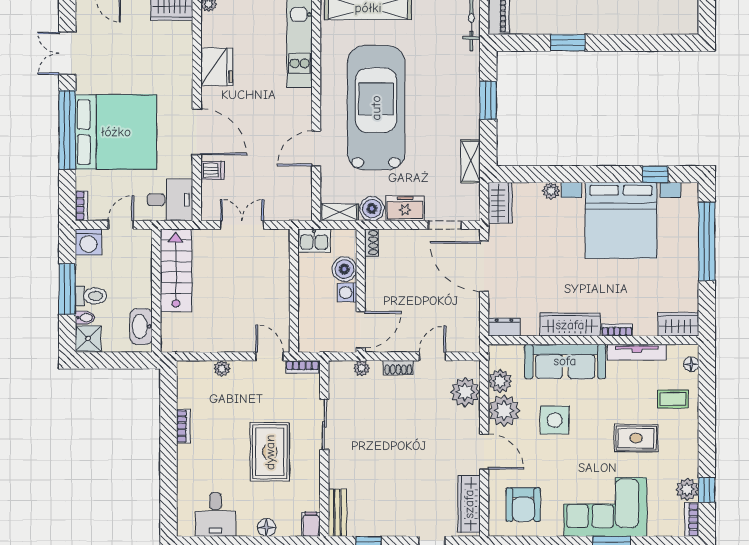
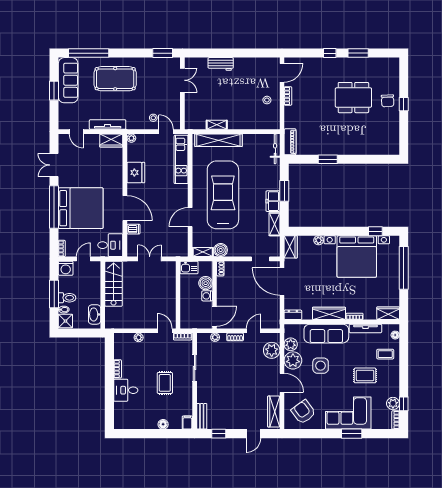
freezer: (405, 208) -> (273, 201), moved, turned -90
rug: (270, 452) -> (165, 383), width x0.73, depth x0.70
armchair: (523, 505) -> (303, 412), turned 144
desk: (215, 515) -> (126, 390), moved, turned 90

